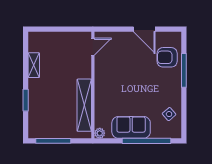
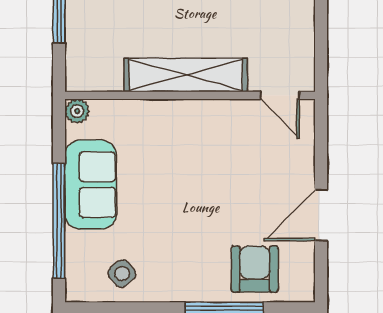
shelving: (84, 105) -> (186, 75), moved

